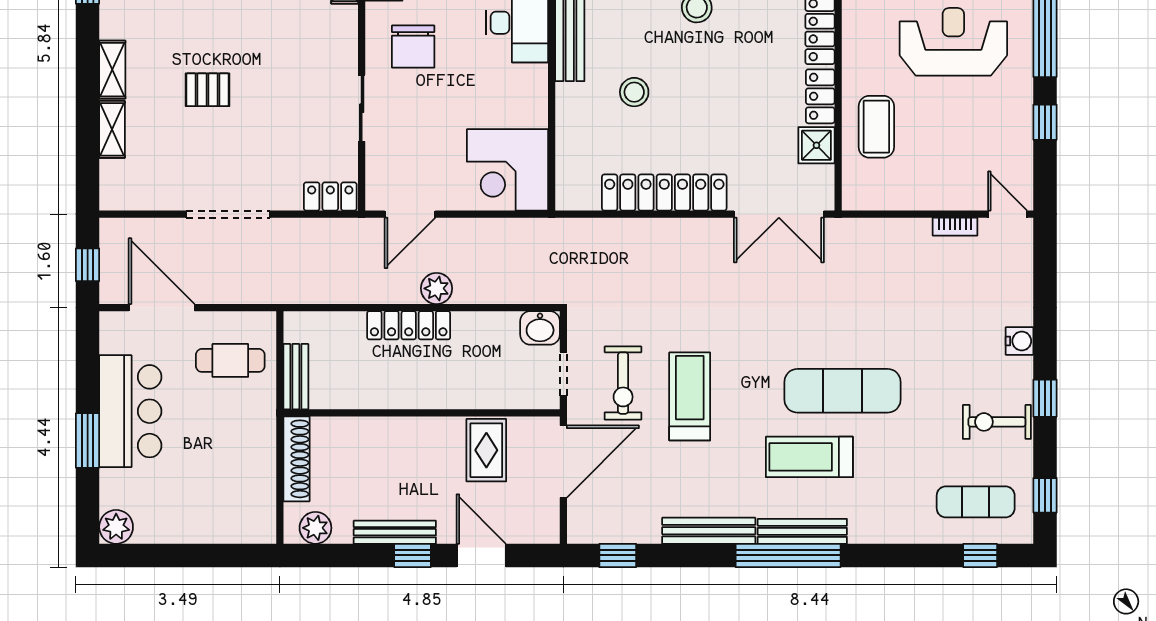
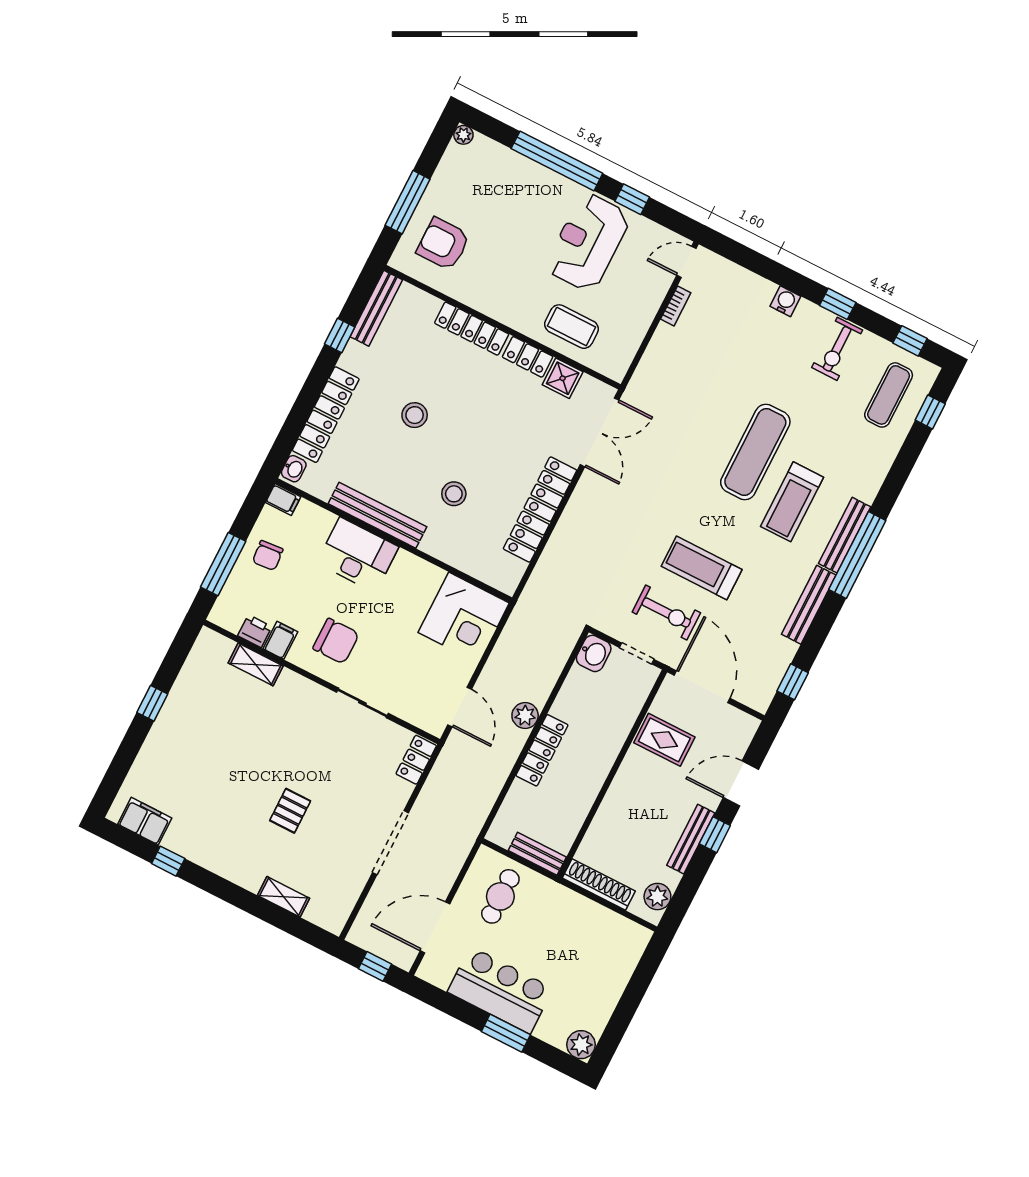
reception desk: (953, 42) -> (588, 242), moved
shelving: (112, 70) -> (239, 874), removed

